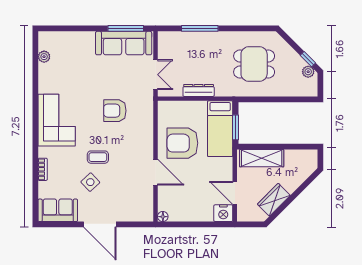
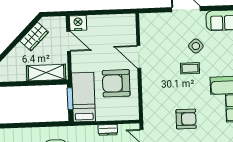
dresser: (199, 90) -> (108, 130), width x0.70
armchair: (115, 111) -> (186, 119), moved
armchair: (182, 143) -> (116, 83), turned 180
floor lamp: (163, 217) -> (131, 18), removed

